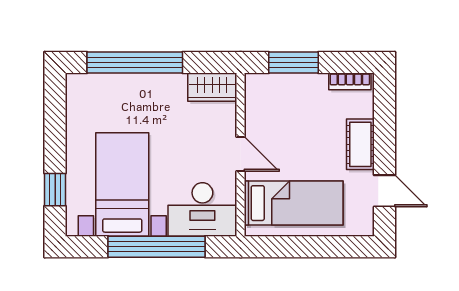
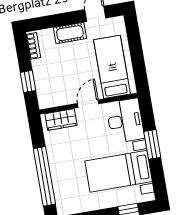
window: (294, 63) -> (28, 81), width x0.67
wardrobe: (212, 87) -> (61, 120), moved, turned 90
window: (157, 247) -> (152, 144), width x0.47

